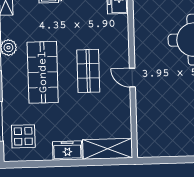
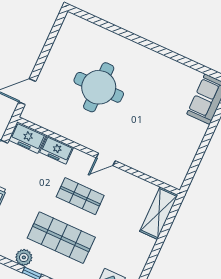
freezer: (67, 150) -> (57, 150), moved, turned -90

